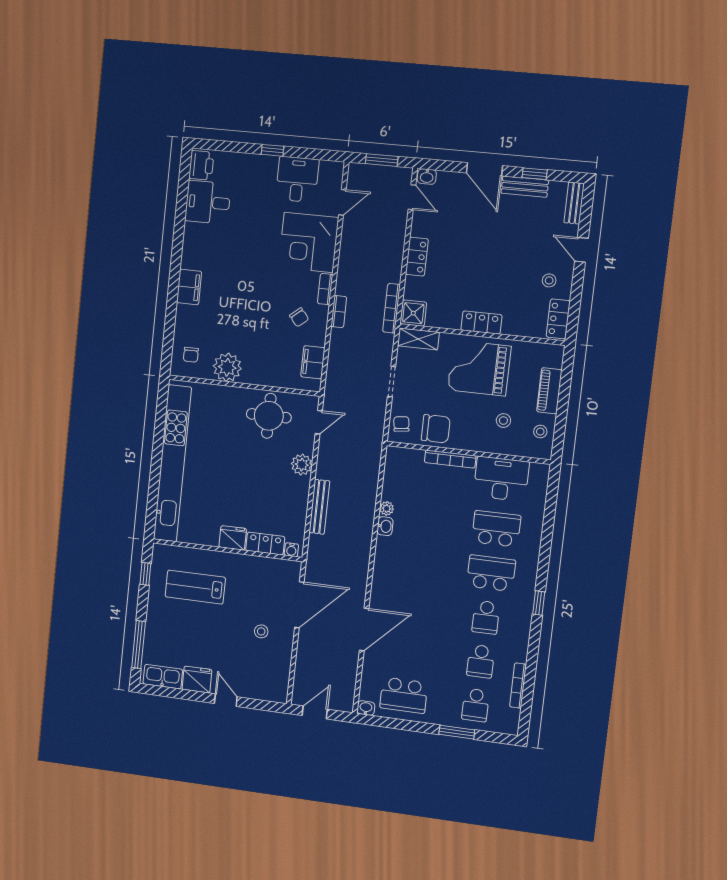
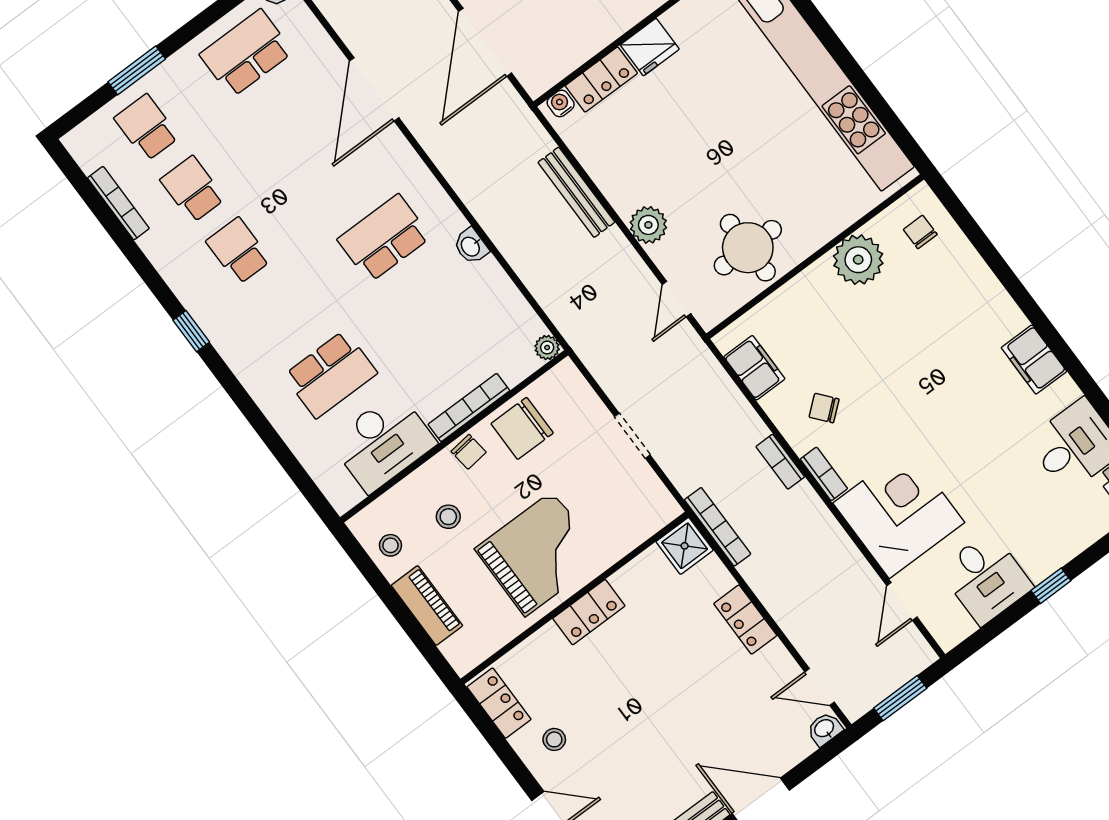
filing cabinet: (189, 287) -> (1034, 360), moved
shelving: (418, 339) -> (648, 520), removed
chair: (401, 424) -> (469, 452), moved
plant: (387, 508) -> (547, 348), moved
school desk: (491, 573) -> (384, 238), moved, turned 180

